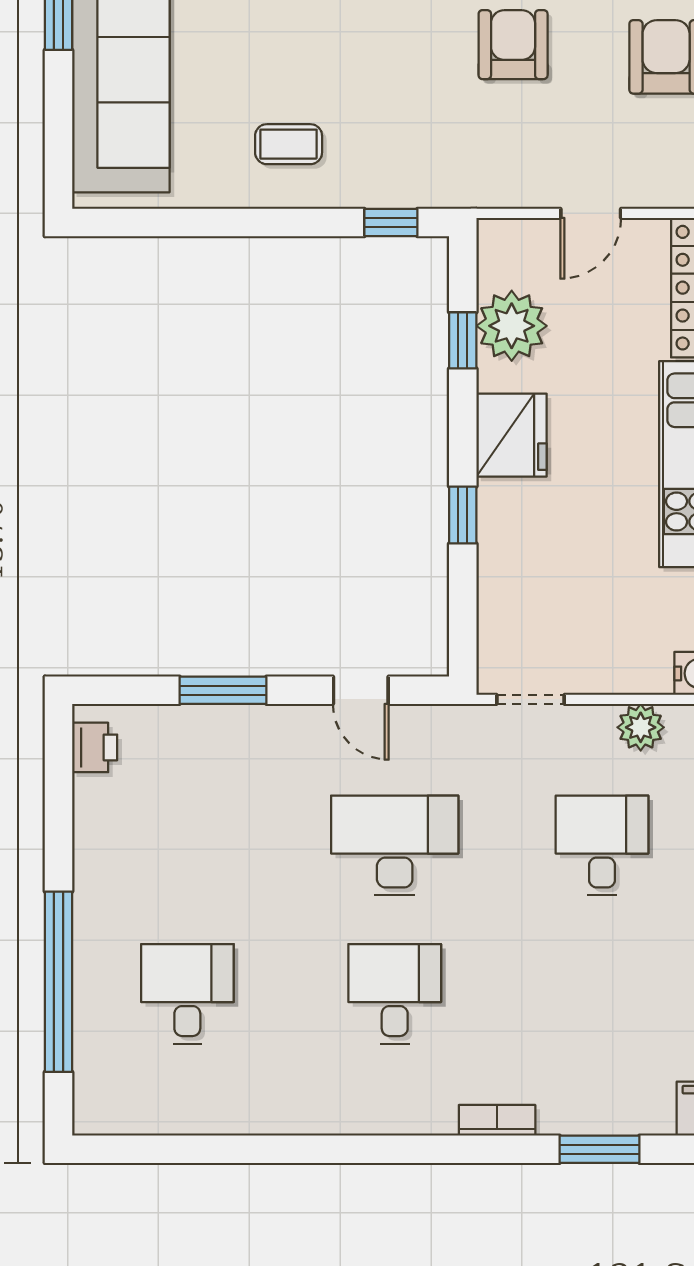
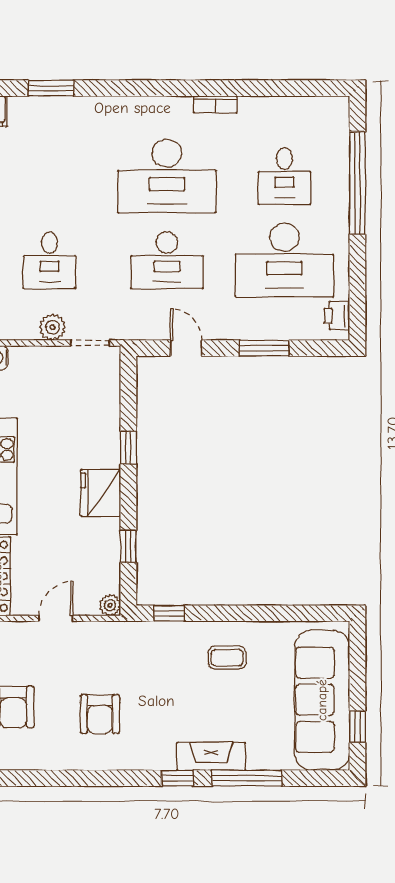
plant: (512, 326) -> (110, 605), moved, width x0.53, depth x0.53
plant: (641, 727) -> (53, 327), moved
desk: (187, 846) -> (284, 260), added
desk: (395, 994) -> (167, 176), width x1.87, depth x1.30
bookcase: (497, 1120) -> (215, 104), moved

